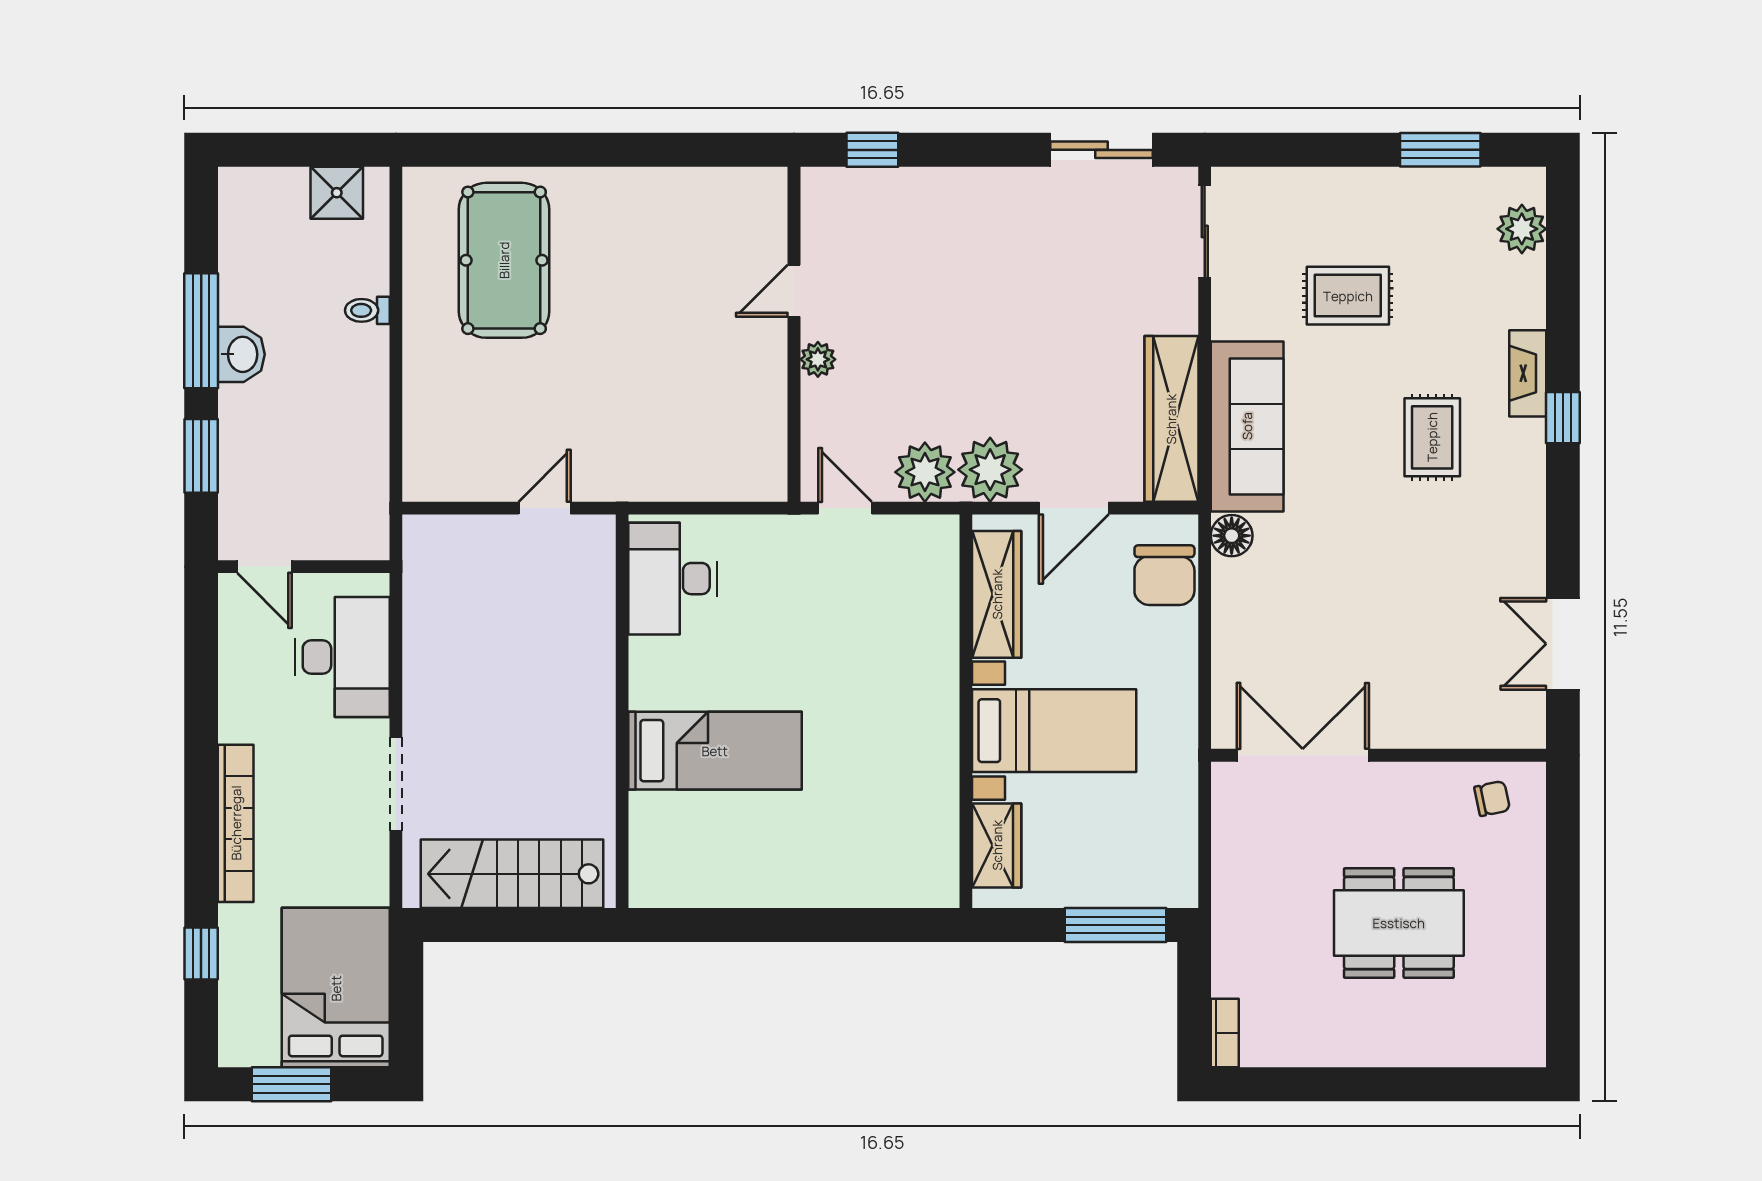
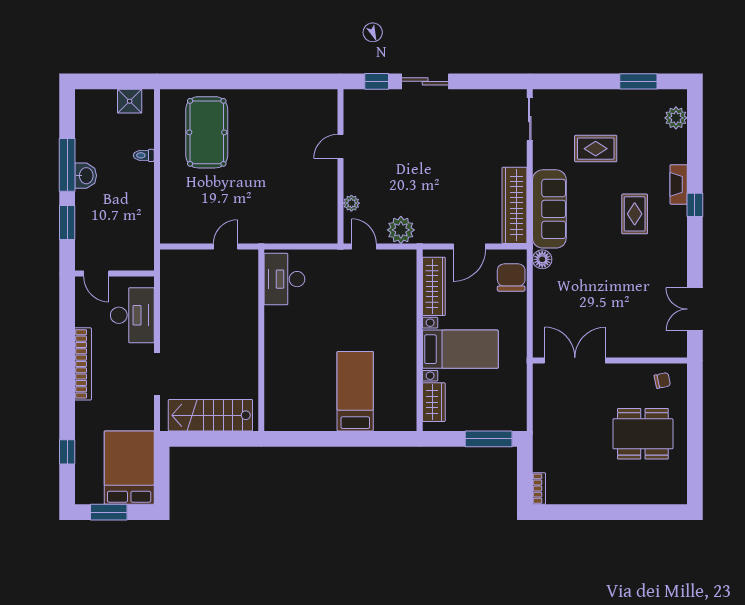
sliding door: (1102, 150) -> (425, 81), moved
plant: (818, 359) -> (351, 203), moved
plant: (990, 470) -> (431, 229), removed
chair: (1164, 575) -> (511, 277), turned 180
bed: (715, 751) -> (355, 391), moved, turned -90
bookcase: (236, 823) -> (83, 364), moved
dining table: (1399, 923) -> (643, 434), moved

